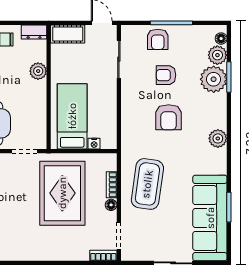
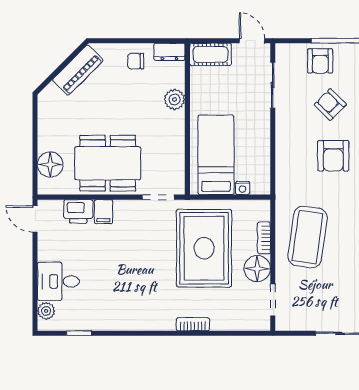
armchair: (166, 75) -> (330, 105), turned 45
floor lamp: (111, 205) -> (257, 269), width x1.89, depth x1.89
bookcase: (103, 256) -> (193, 324), moved

